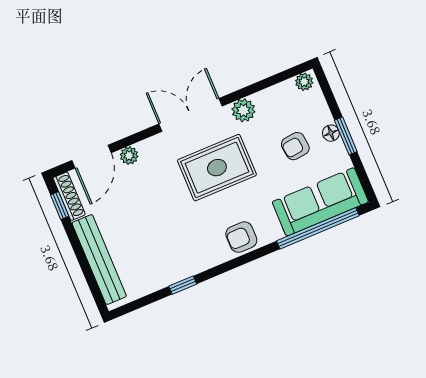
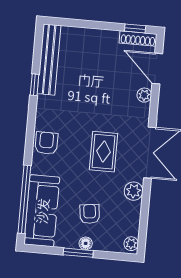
rug: (217, 168) -> (104, 152), width x0.73, depth x0.70
bench: (99, 260) -> (49, 60), moved, turned 90

